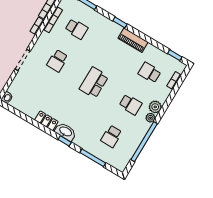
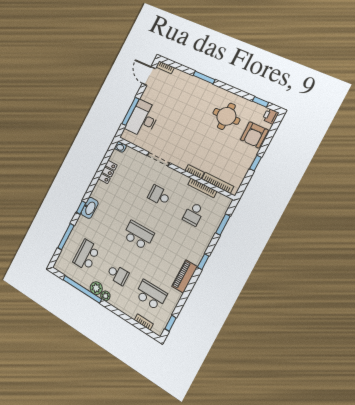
school desk: (150, 73) -> (151, 295), width x1.85
school desk: (130, 104) -> (118, 274), turned -90
plant: (155, 107) -> (96, 288), moved
locker: (46, 121) -> (108, 172), moved
school desk: (111, 136) -> (86, 255), width x1.85

